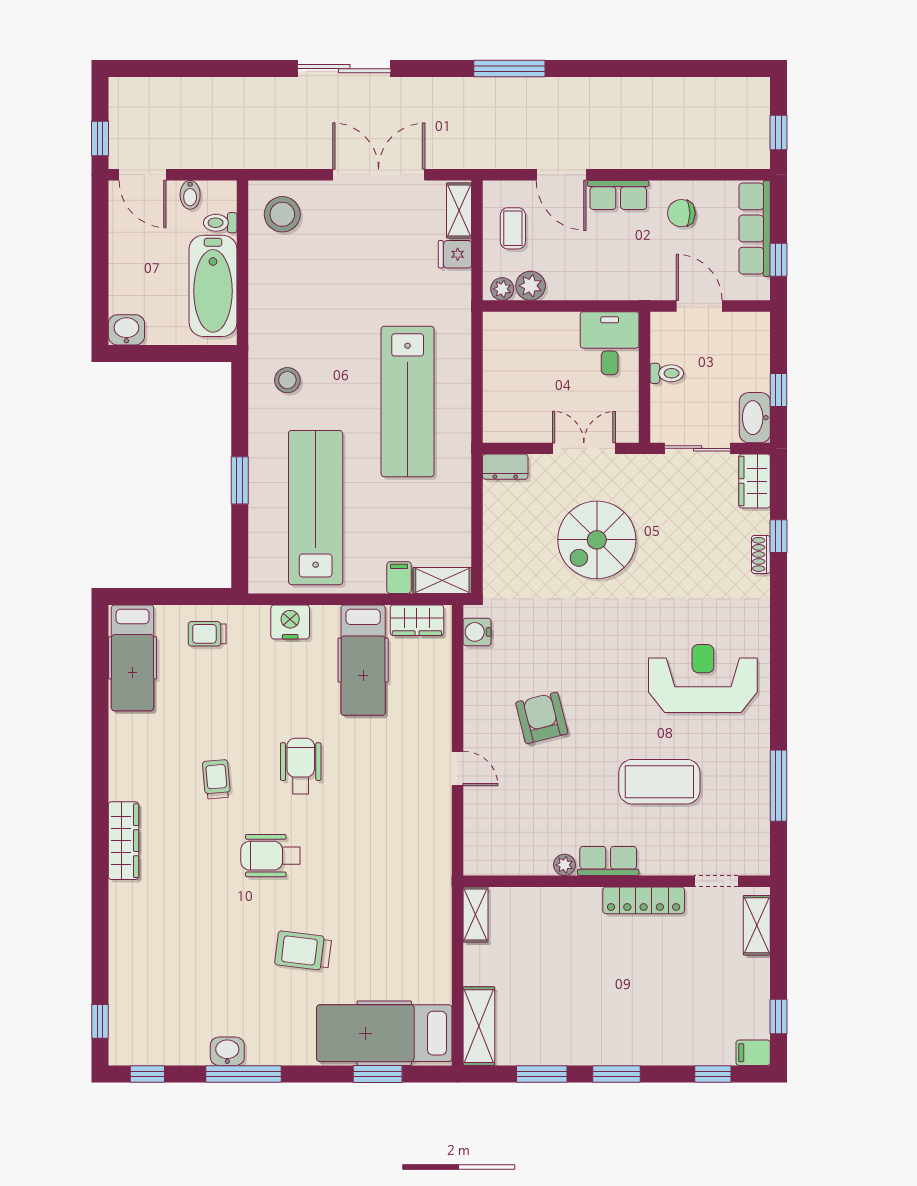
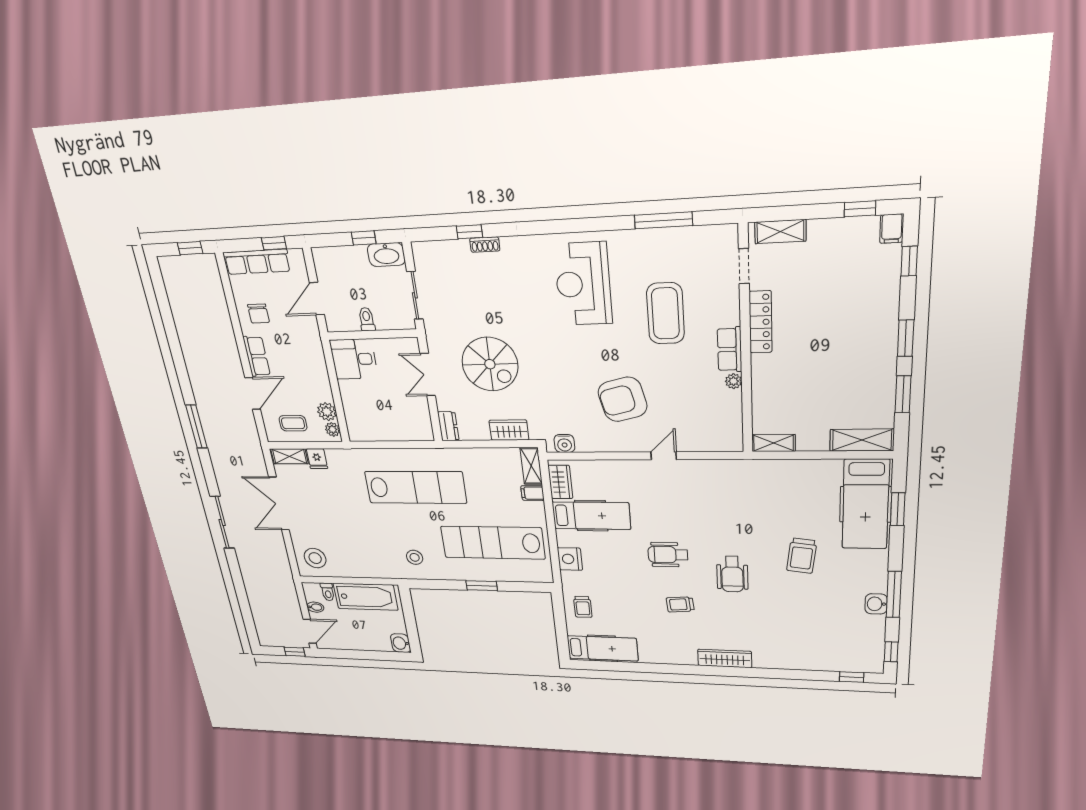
wardrobe: (755, 481) -> (509, 430), moved, turned 180
armchair: (542, 718) -> (623, 399), width x1.36, depth x1.36

